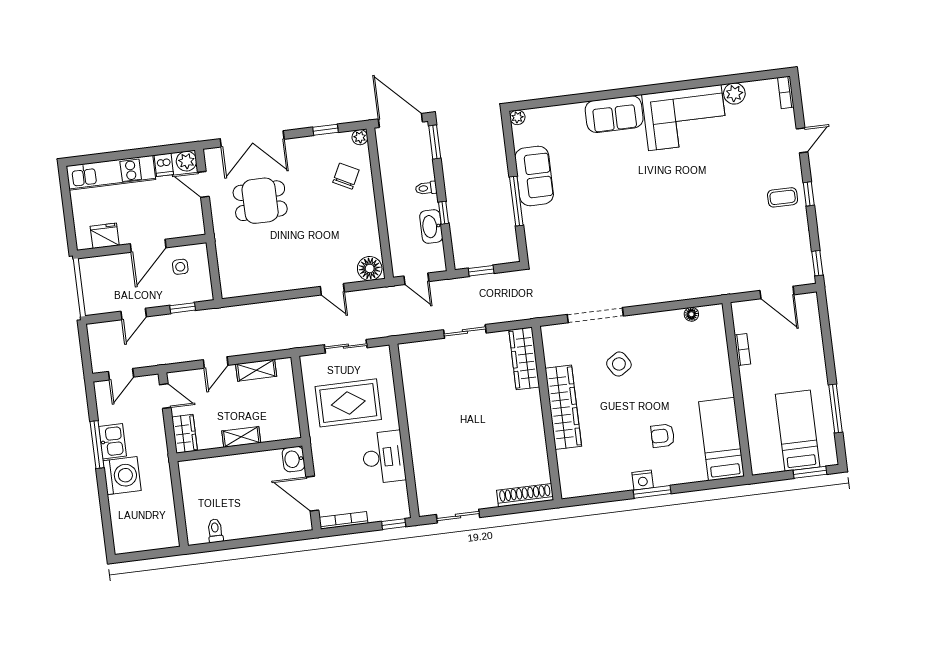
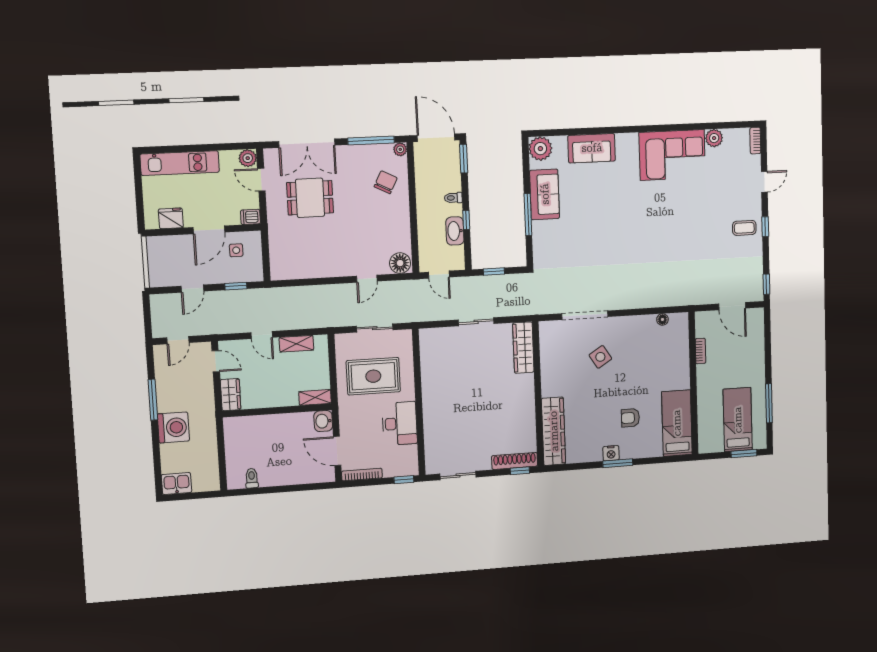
sofa: (614, 114) -> (592, 148), moved
plant: (517, 117) -> (540, 149), width x1.88, depth x1.88
window: (325, 130) -> (371, 140), width x2.17
dishwasher: (164, 165) -> (250, 217), moved, turned 90
door: (332, 289) -> (367, 279), hinge flipped
door: (216, 362) -> (262, 335), hinge flipped
wardrobe: (563, 407) -> (554, 431), moved
shelving: (241, 437) -> (315, 397), moved
kitchen sink: (113, 441) -> (176, 484), moved, turned -90
window: (532, 507) -> (520, 471), added

